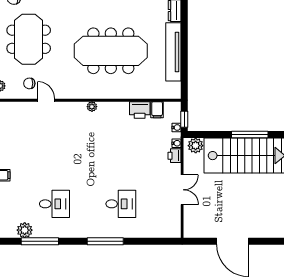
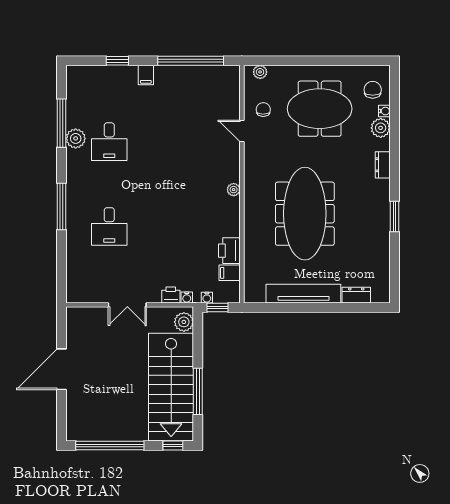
door: (46, 100) -> (242, 131), swing flipped
plant: (25, 230) -> (76, 138), moved

